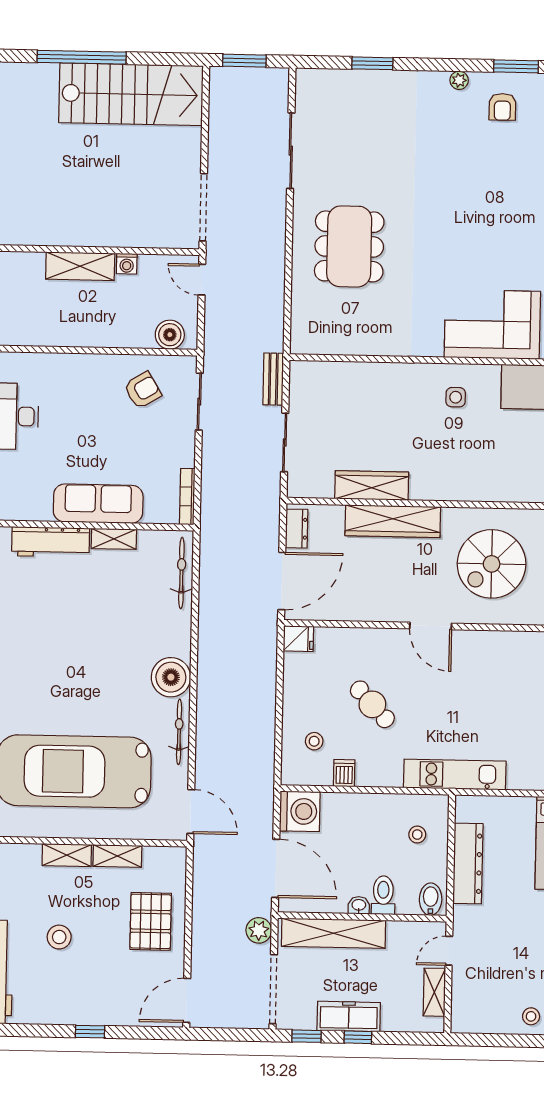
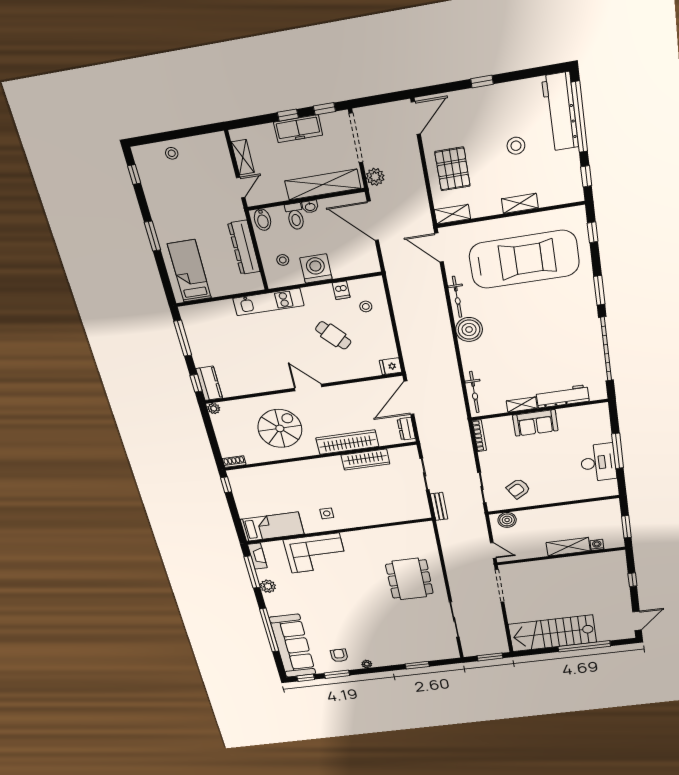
washing machine: (127, 264) -> (597, 545), moved
sofa: (98, 504) -> (535, 423), width x0.73
washing machine: (300, 811) -> (316, 268), moved, turned 90
shelving: (117, 856) -> (452, 214), moved

